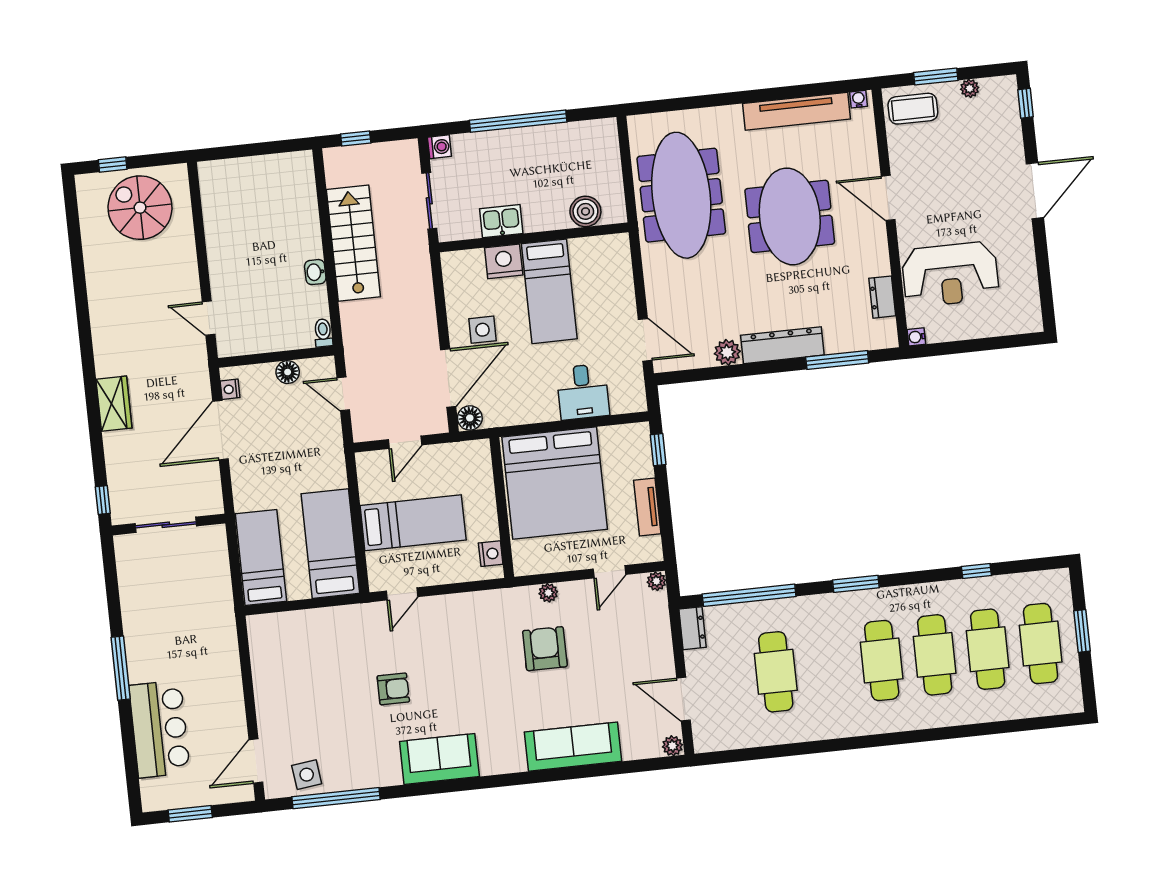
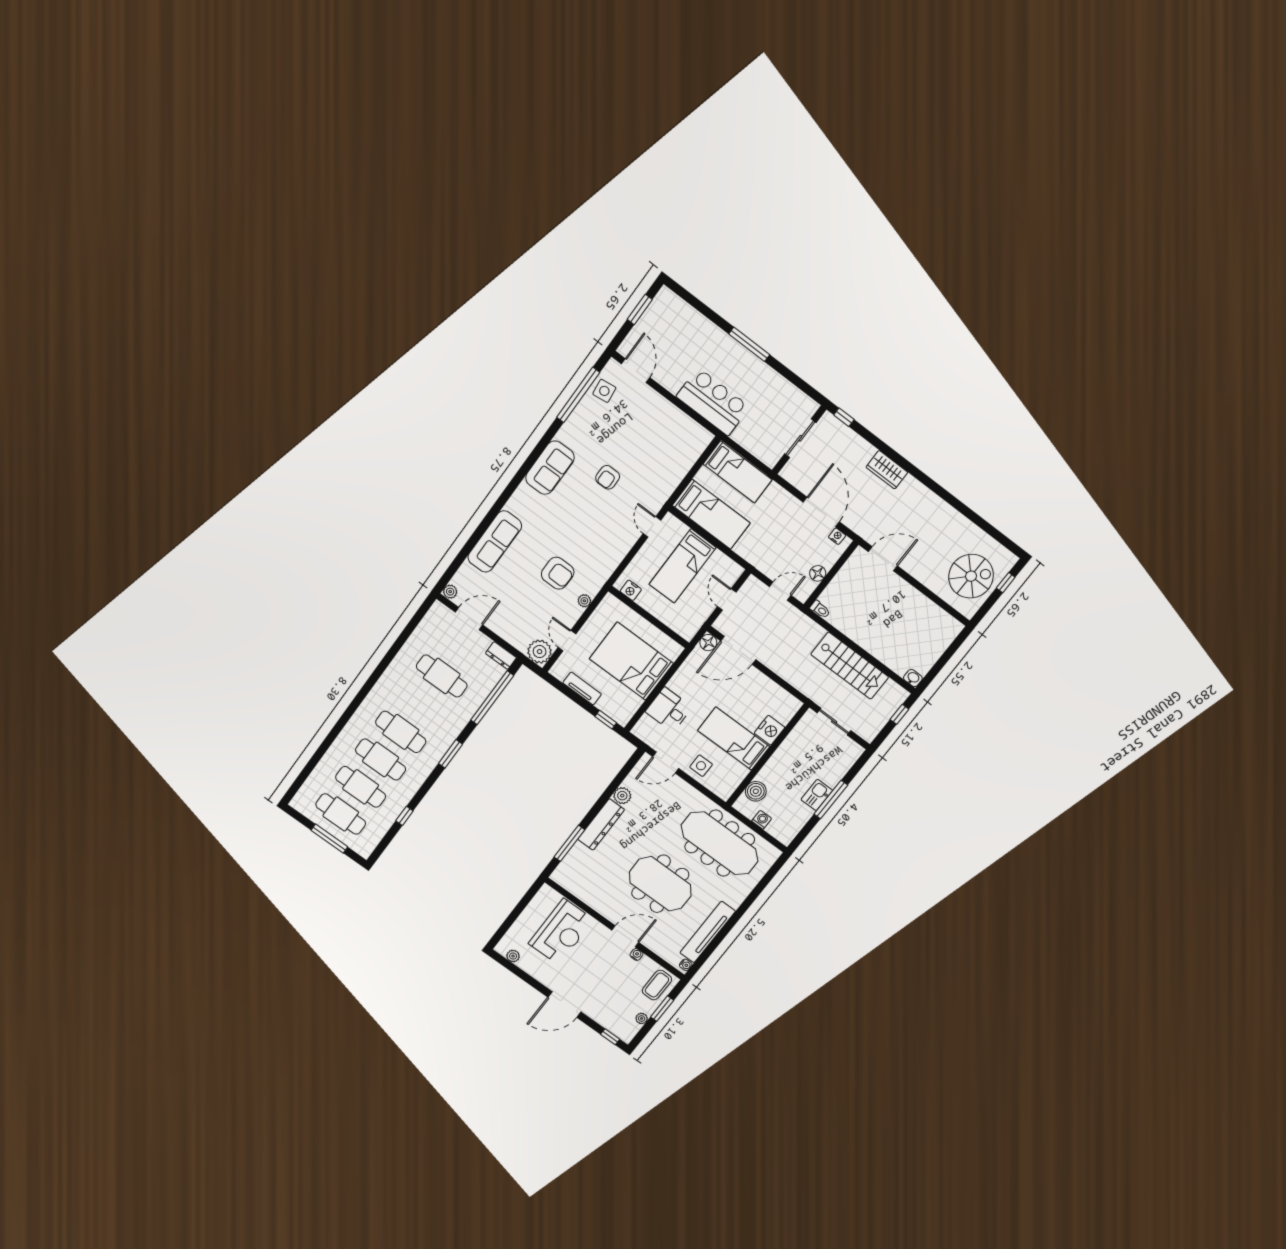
window: (518, 121) -> (831, 800), width x0.68
washing machine: (439, 147) -> (762, 820), moved, turned 180
door: (1035, 191) -> (564, 1005), hinge flipped
kitchen sink: (501, 221) -> (817, 795), moved, turned 180
washbasin: (315, 272) -> (913, 678), moved
reception desk: (950, 274) -> (561, 932), turned 180
dresser: (882, 297) -> (580, 891), removed
plant: (1031, 302) -> (513, 956), added
door: (209, 318) -> (883, 559), width x1.38
side table: (482, 330) -> (701, 766), moved
water cooler: (916, 337) -> (637, 954), moved
door: (448, 378) -> (738, 650), hinge flipped
bed: (555, 483) -> (631, 661), width x0.73
plant: (656, 581) -> (540, 652), width x1.87, depth x1.87
window: (1082, 631) -> (329, 839), width x1.44
bar counter: (160, 729) -> (713, 402), moved, turned 180

